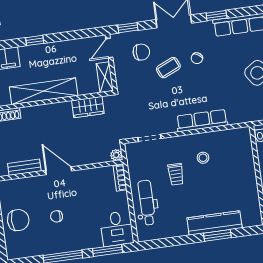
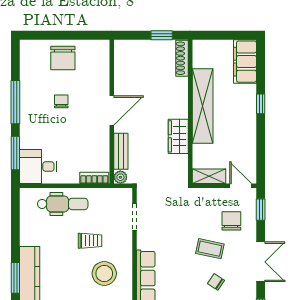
chair: (141, 52) -> (231, 221), turned 180
coffee table: (168, 68) -> (210, 249), turned -54
wardrobe: (88, 107) -> (178, 136), moved
stool: (203, 158) -> (104, 273), width x1.89, depth x1.89
bench: (24, 167) -> (121, 151), moved
trolley: (176, 174) -> (90, 241), turned 180

